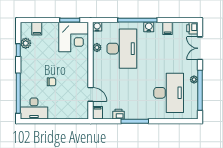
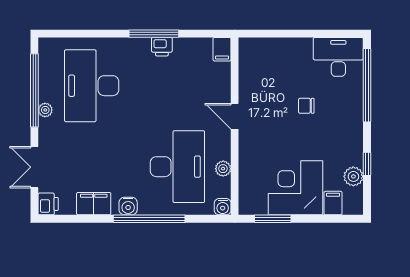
filing cabinet: (168, 28) -> (94, 204), width x2.00
corner desk: (74, 37) -> (295, 188), moved
double door: (200, 48) -> (34, 167), swing flipped
desk: (122, 49) -> (177, 167), turned 180
door: (91, 94) -> (235, 116), moved
printer: (119, 114) -> (162, 47), moved

